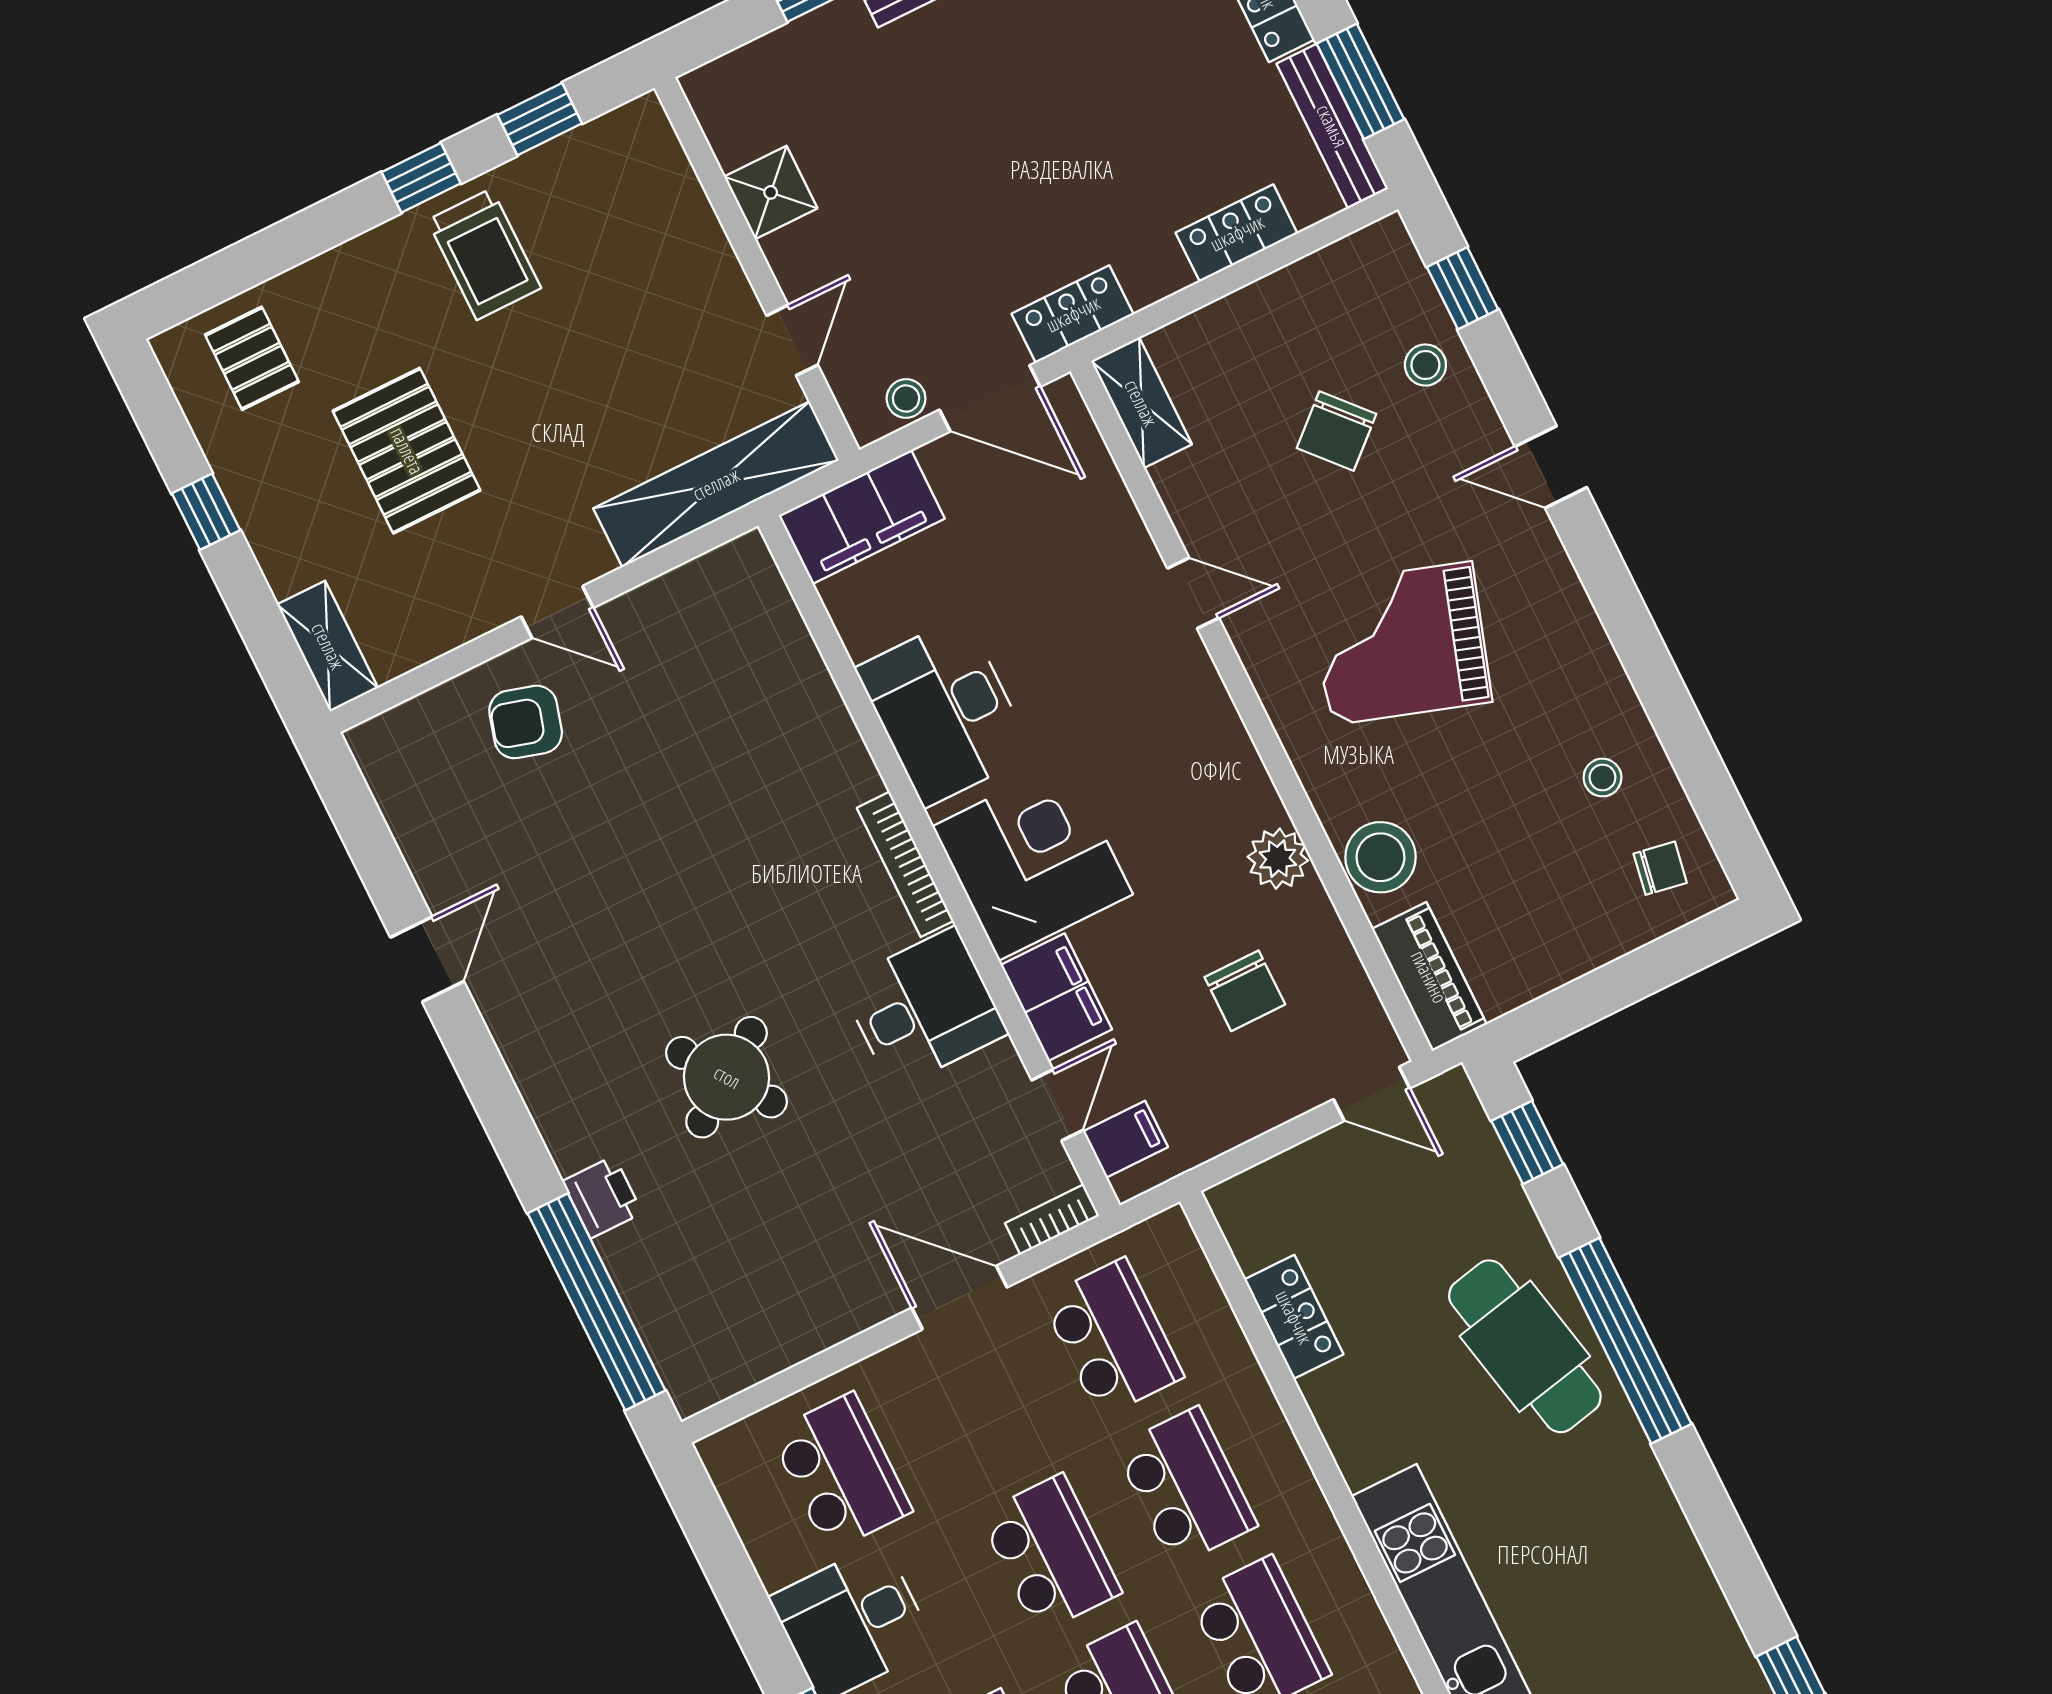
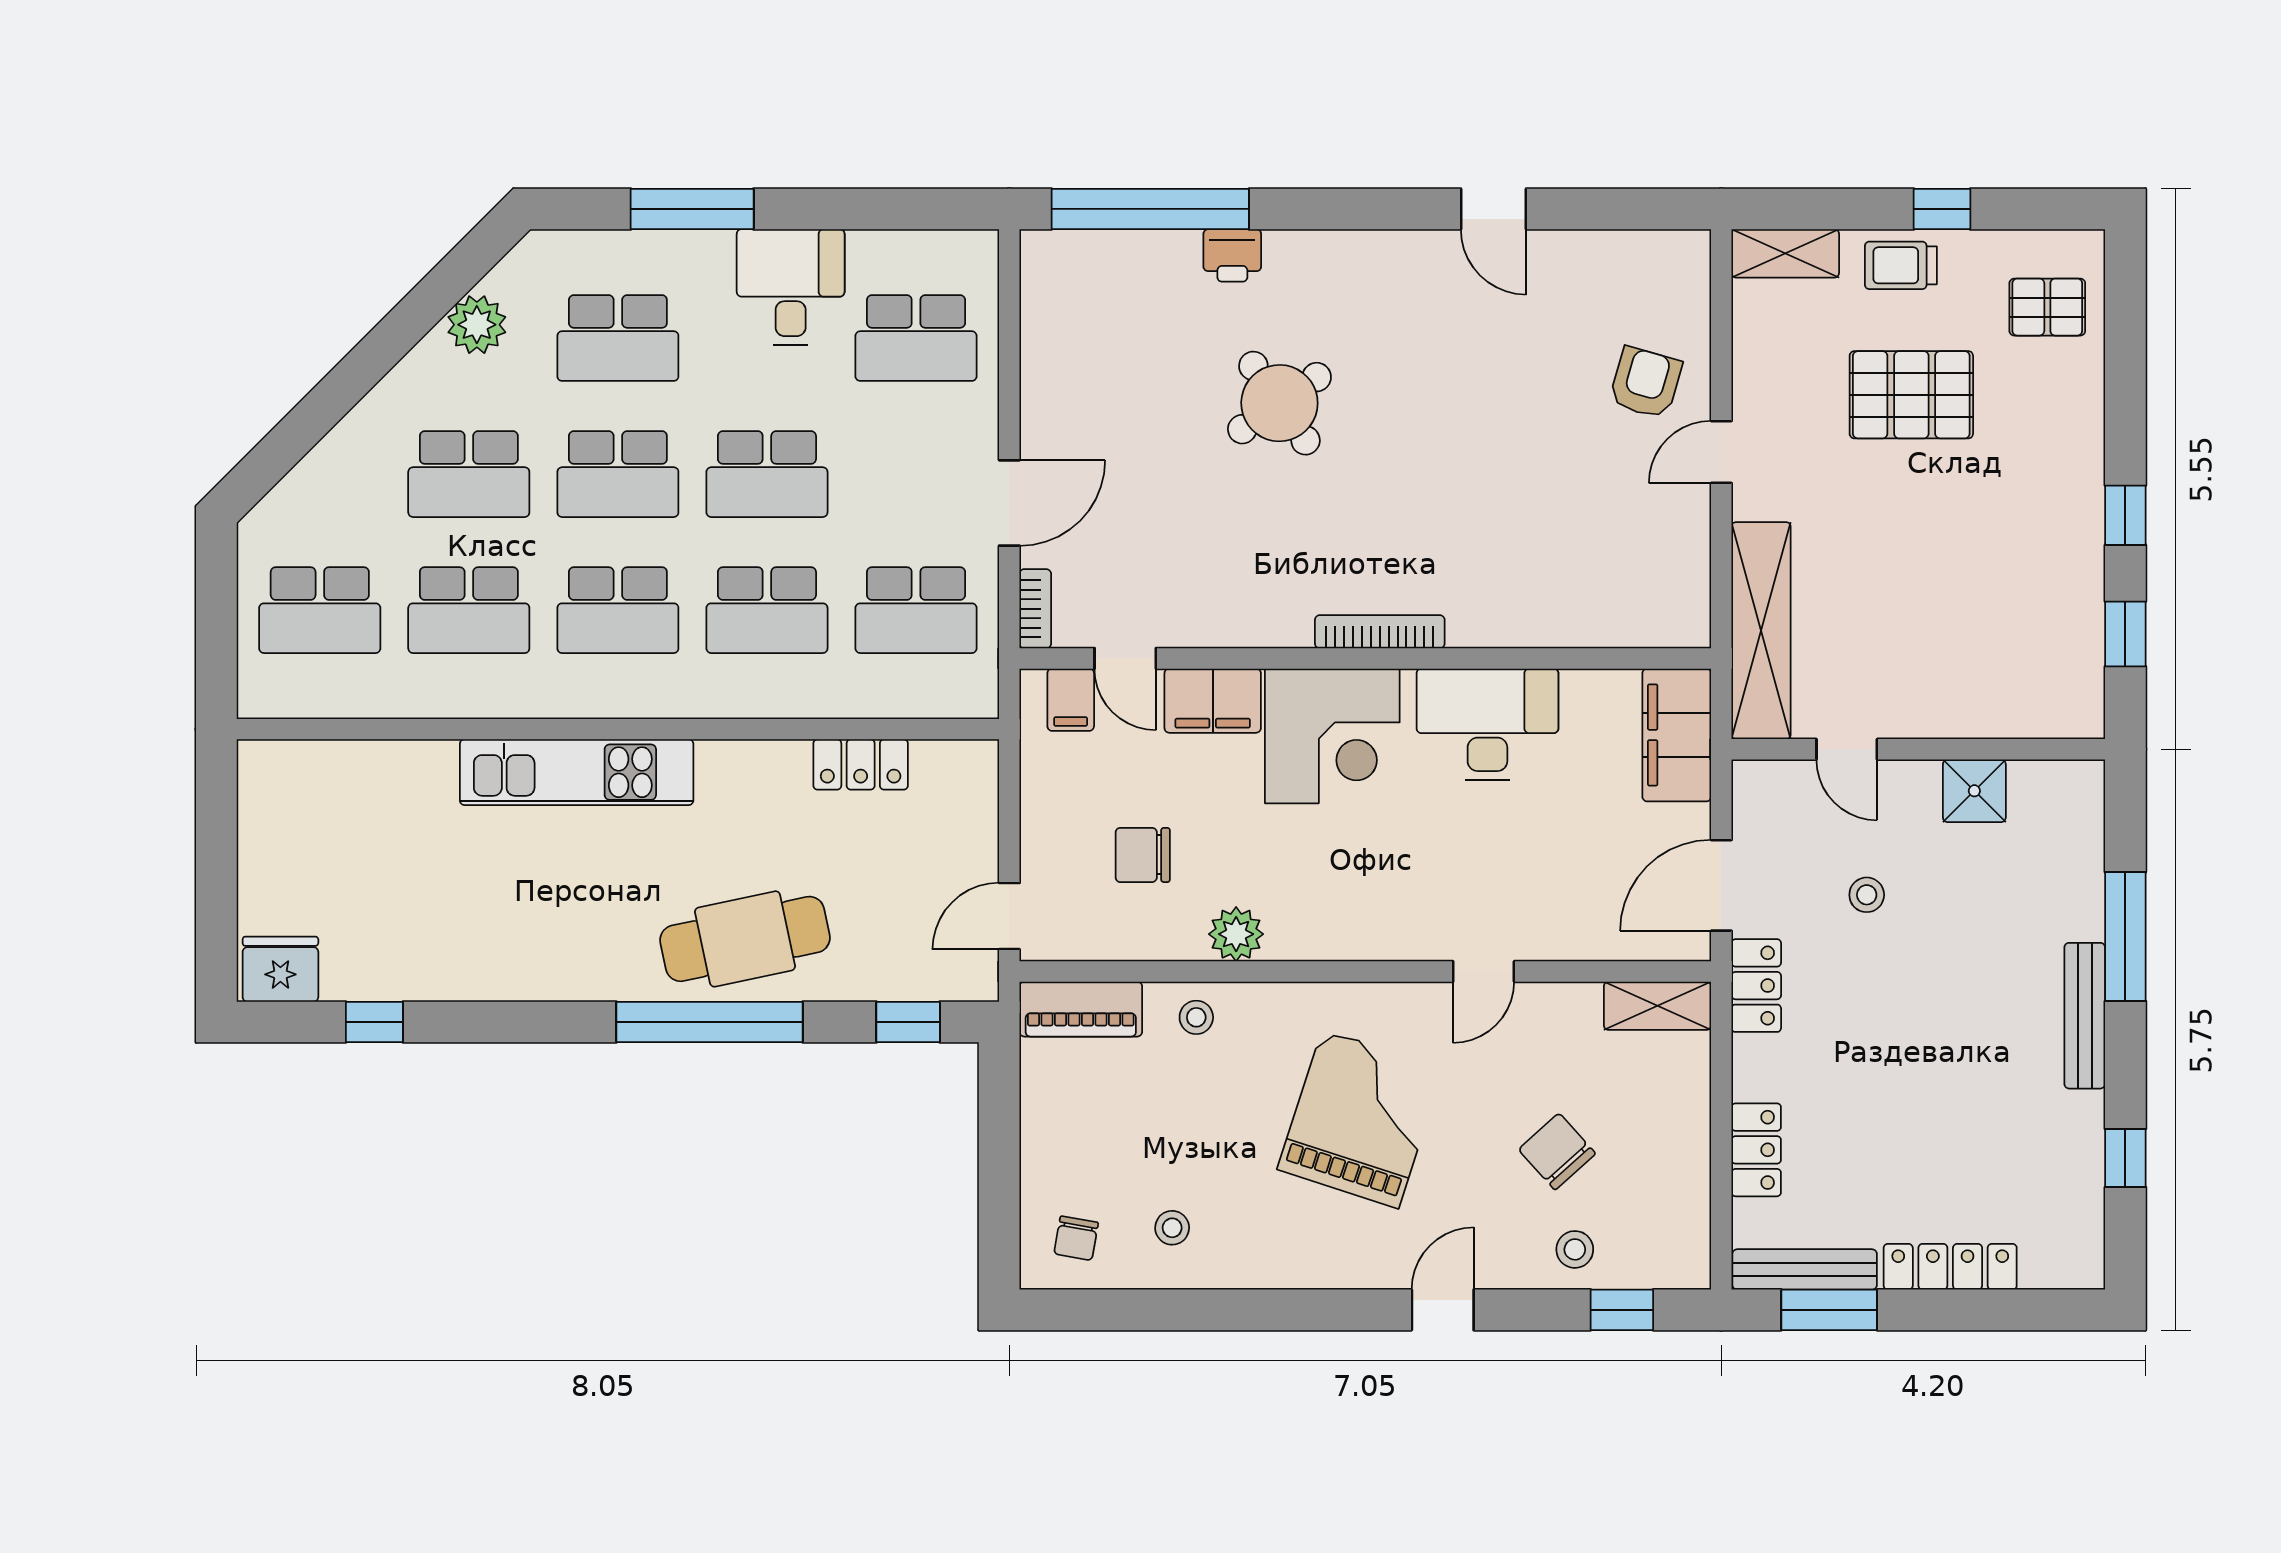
trolley: (484, 254) -> (1901, 265), moved, width x0.73, depth x0.72
stool: (906, 398) -> (1867, 895), moved
stool: (1380, 857) -> (1196, 1017), width x0.53, depth x0.53
desk: (924, 1008) -> (1256, 590), removed

